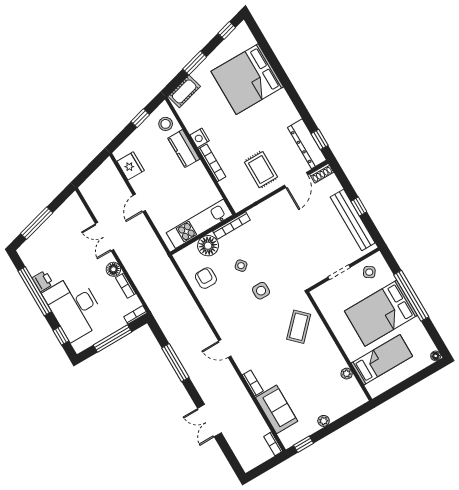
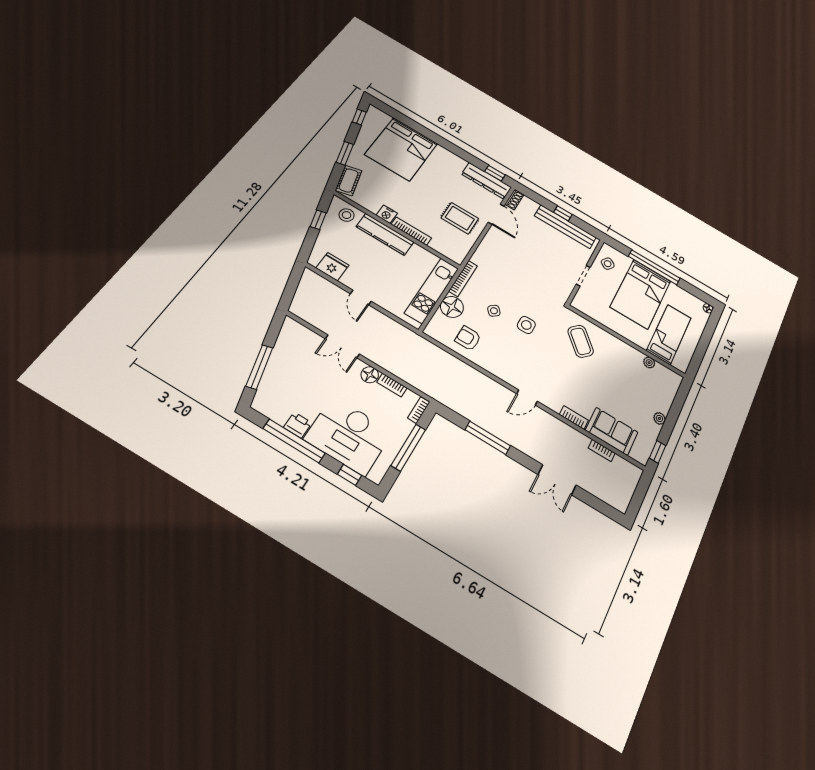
kitchen counter: (184, 149) -> (385, 234), width x1.50
bookcase: (273, 444) -> (602, 450), moved

